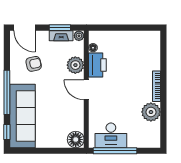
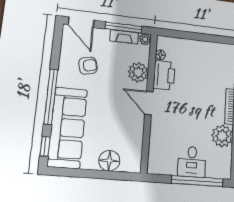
window: (60, 28) -> (124, 28), width x1.44
desk: (111, 135) -> (192, 162), moved, width x0.73
floor lamp: (76, 140) -> (109, 161), moved
window: (115, 151) -> (197, 181), moved

